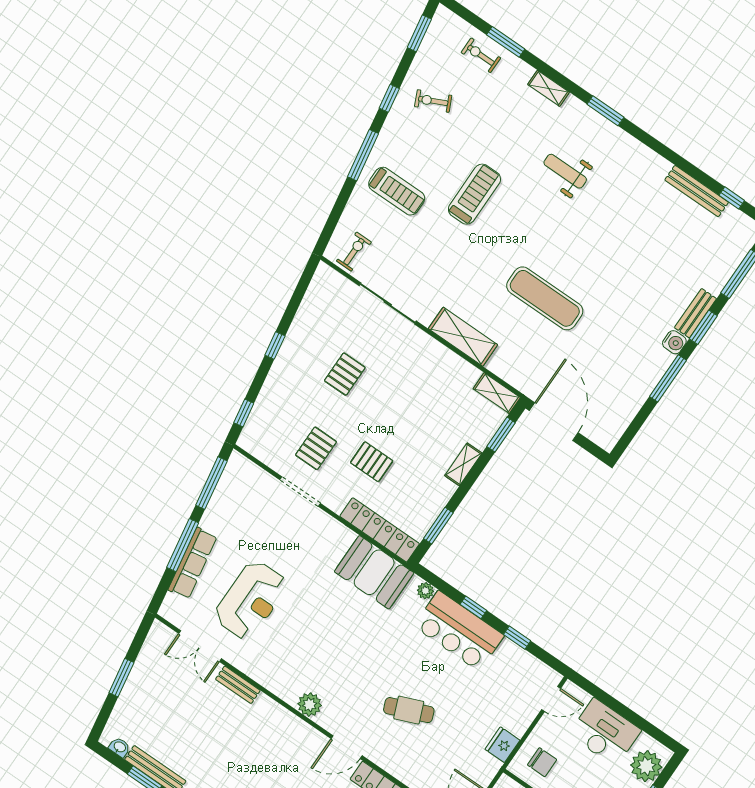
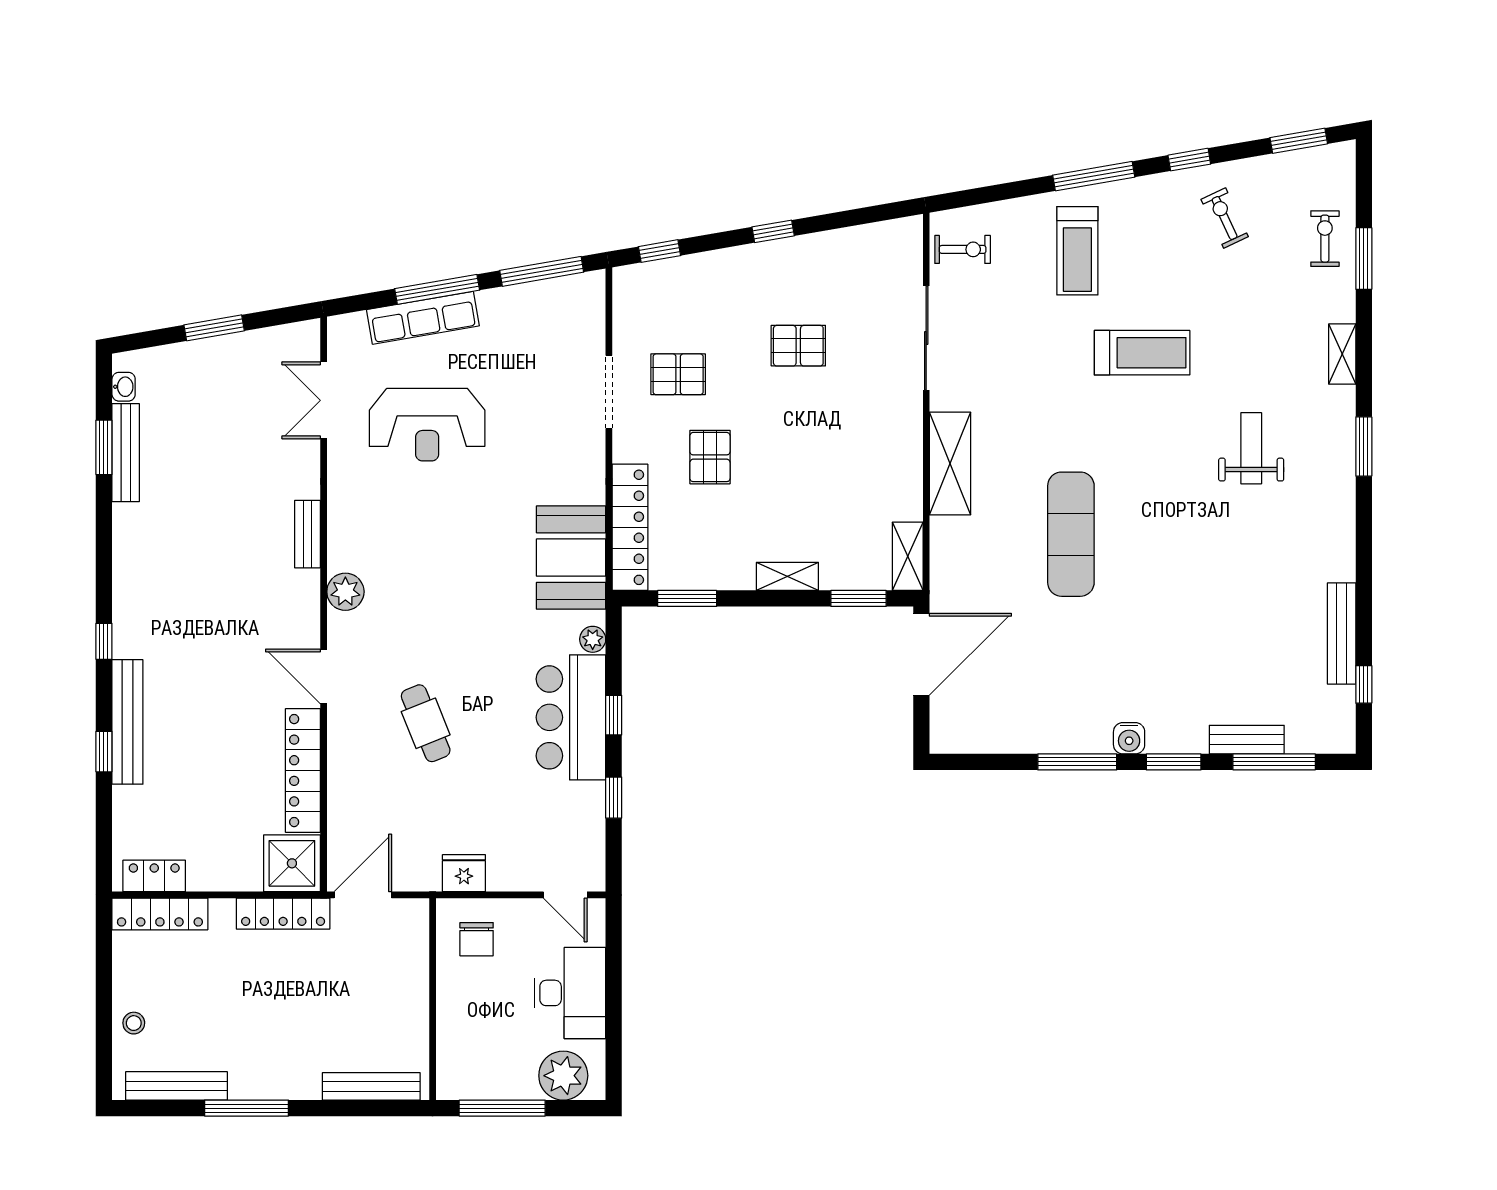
bench: (695, 313) -> (1247, 740), moved
bench: (238, 685) -> (307, 534), moved

